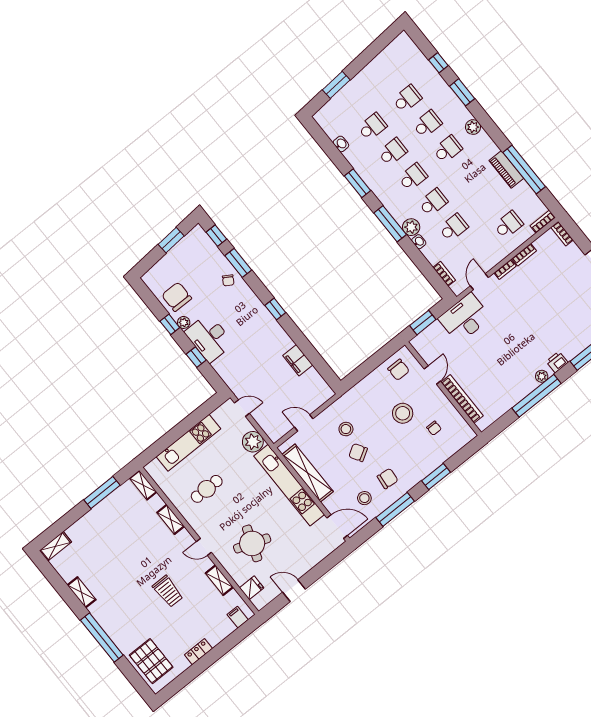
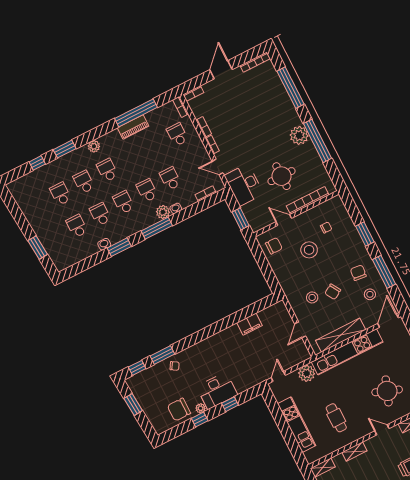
washbasin: (341, 144) -> (104, 244), moved
window: (275, 309) -> (205, 333), removed
round table: (485, 361) -> (281, 176), added
printer: (557, 362) -> (294, 119), removed
plant: (542, 376) -> (299, 135), width x1.88, depth x1.88
door: (204, 547) -> (382, 430), swing flipped

